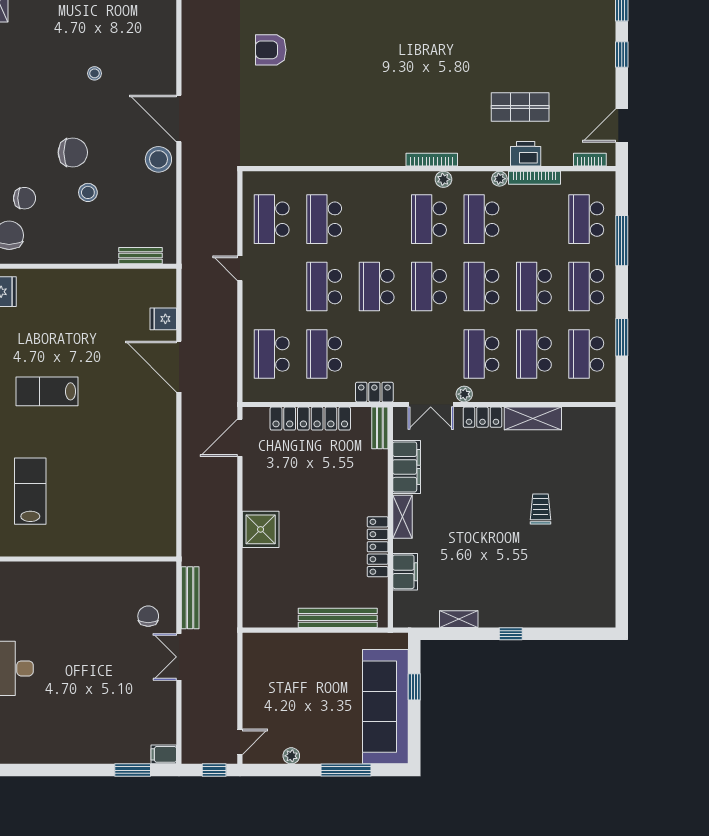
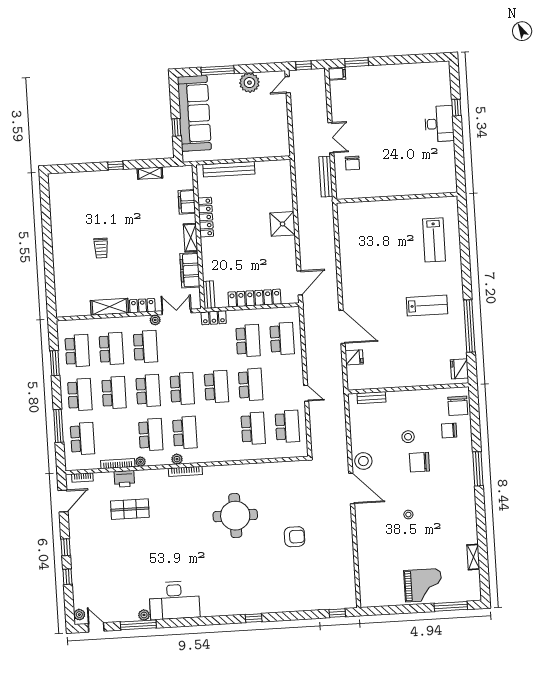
round table: (359, 88) -> (235, 516), added
plant: (291, 756) -> (249, 83), width x1.87, depth x1.87

